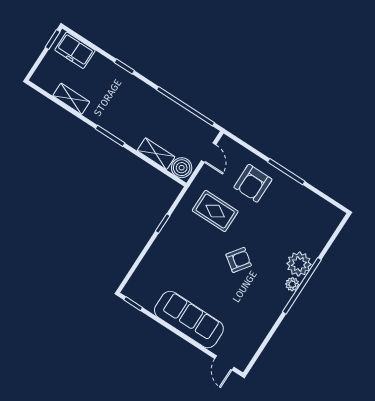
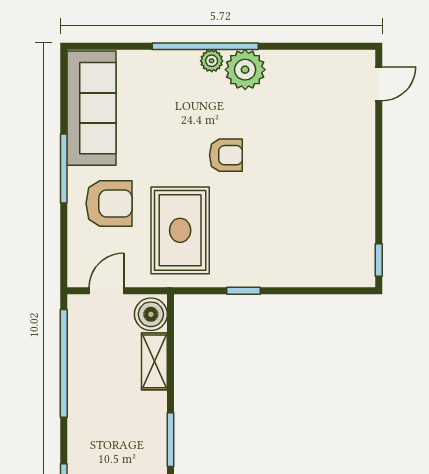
rug: (215, 211) -> (180, 230), width x1.36, depth x1.43
armchair: (239, 260) -> (226, 155), turned 144
plant: (299, 264) -> (245, 70), moved
sofa: (189, 320) -> (91, 108), moved, turned 180

